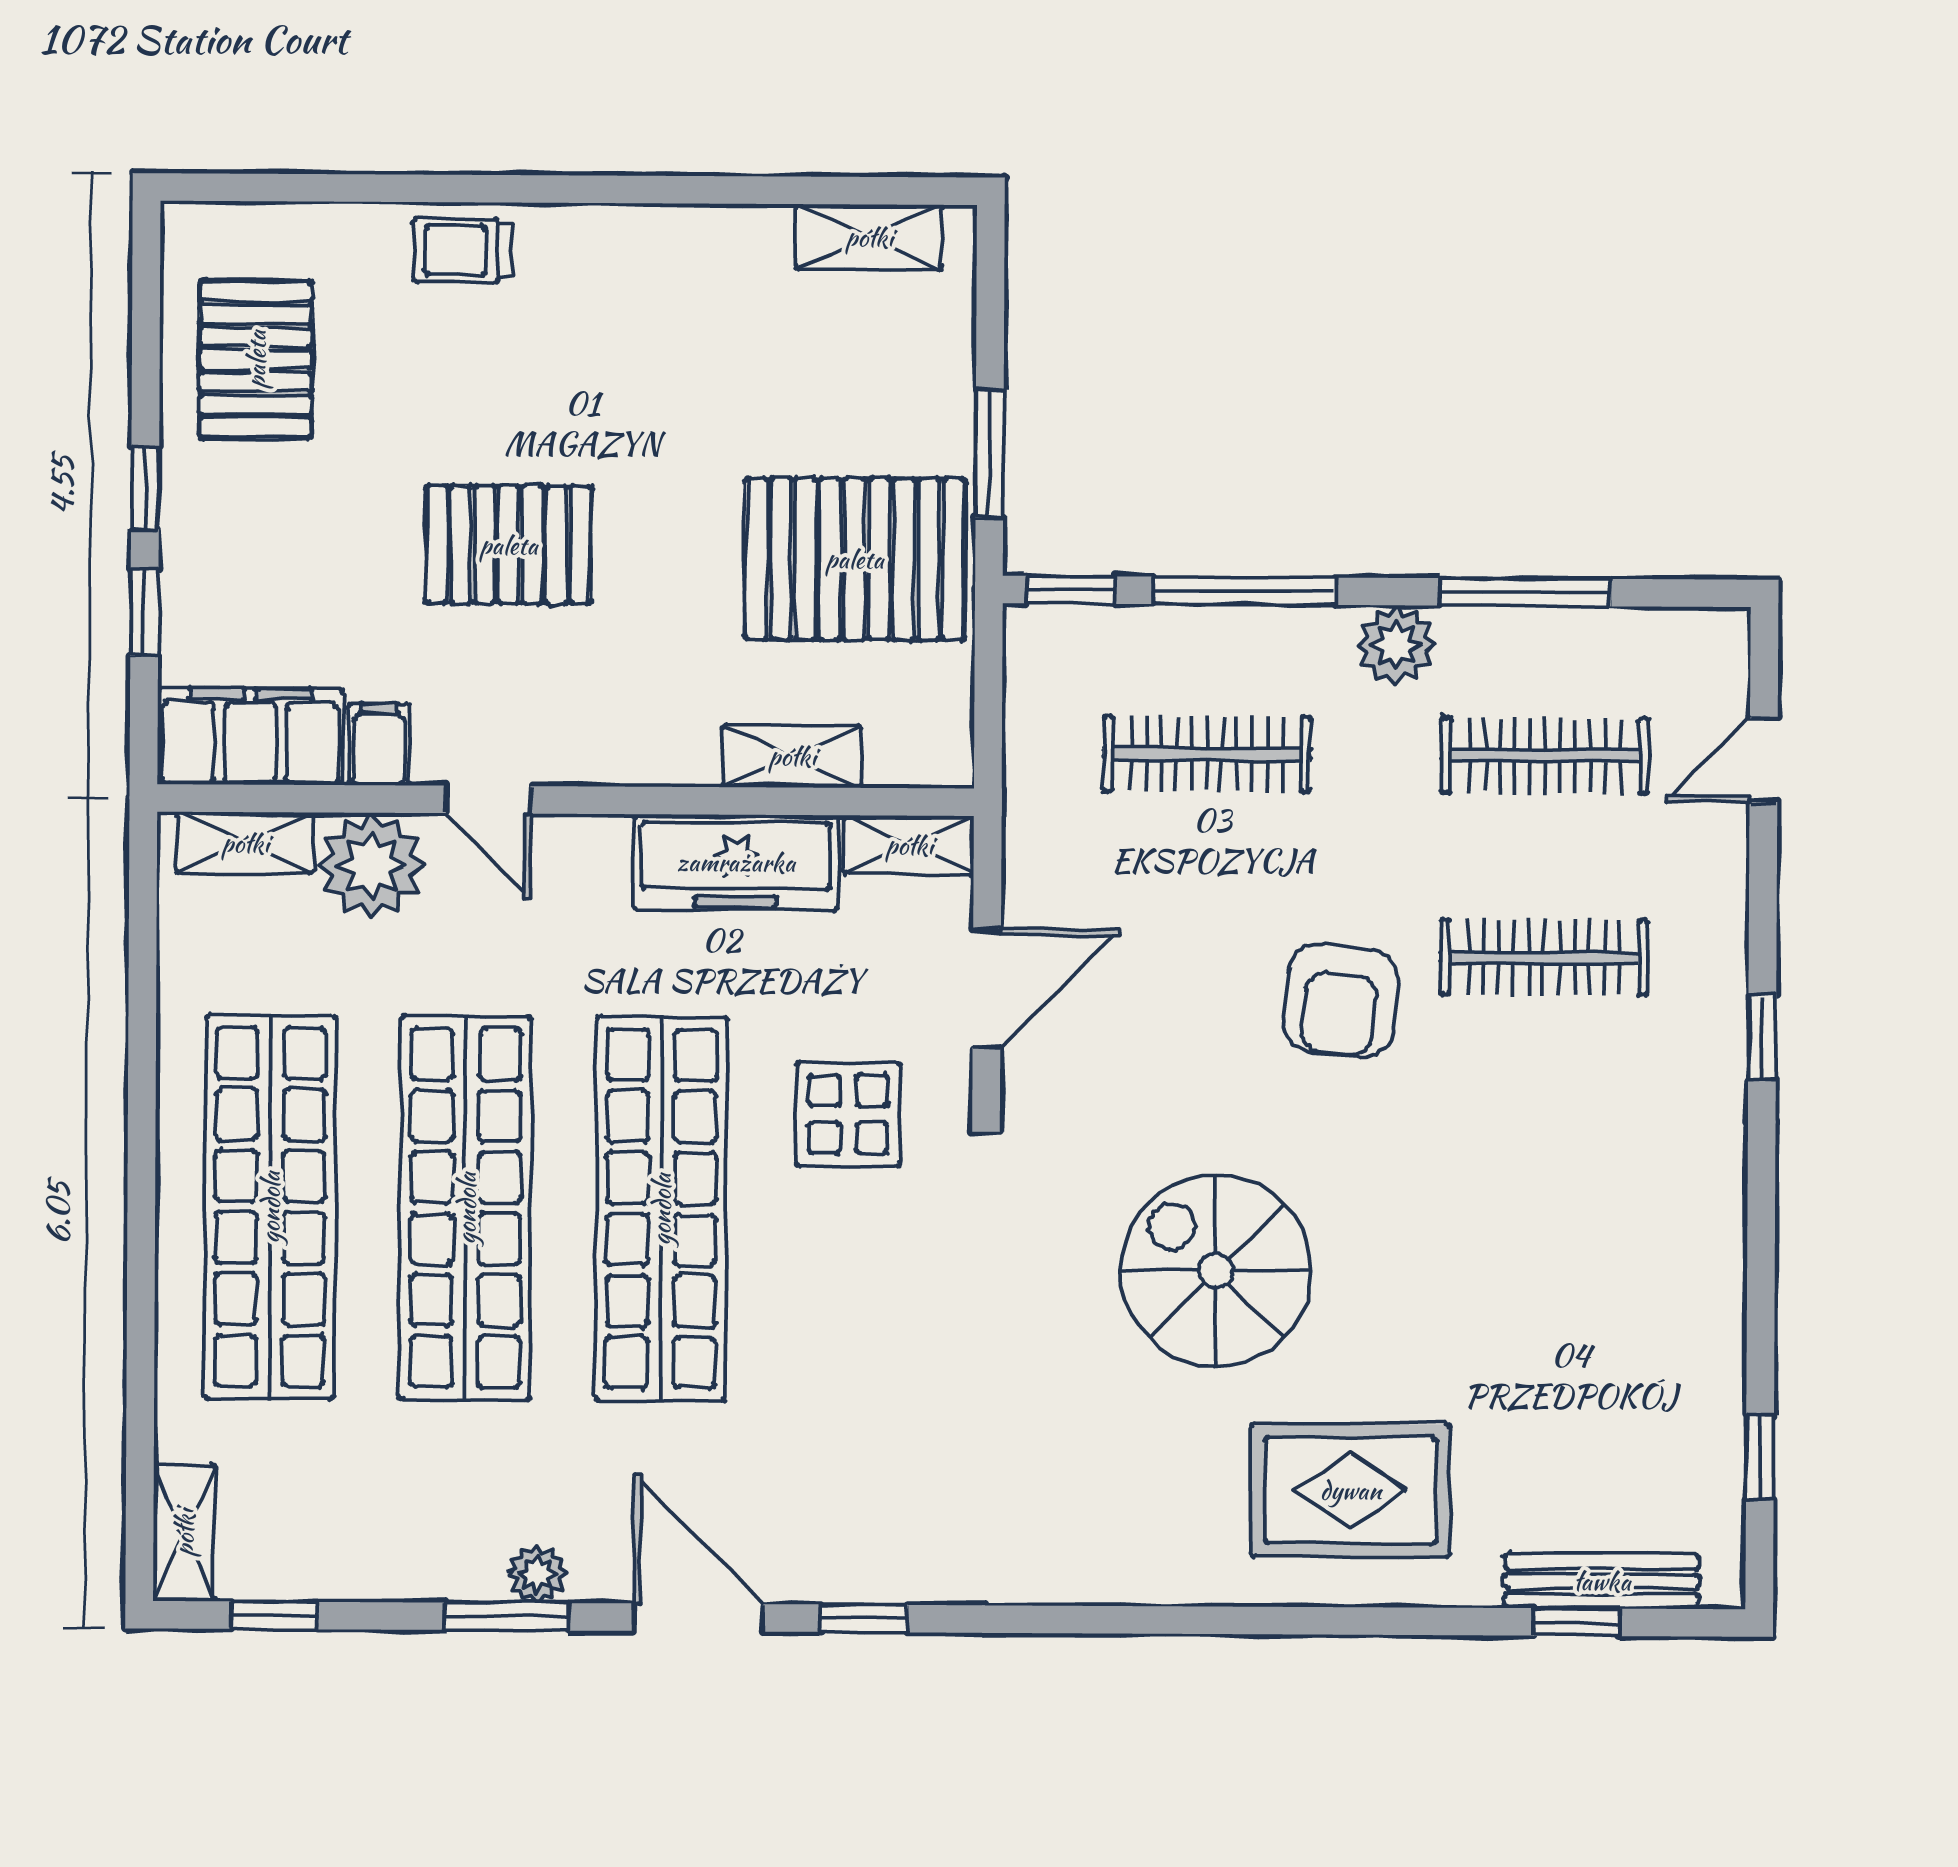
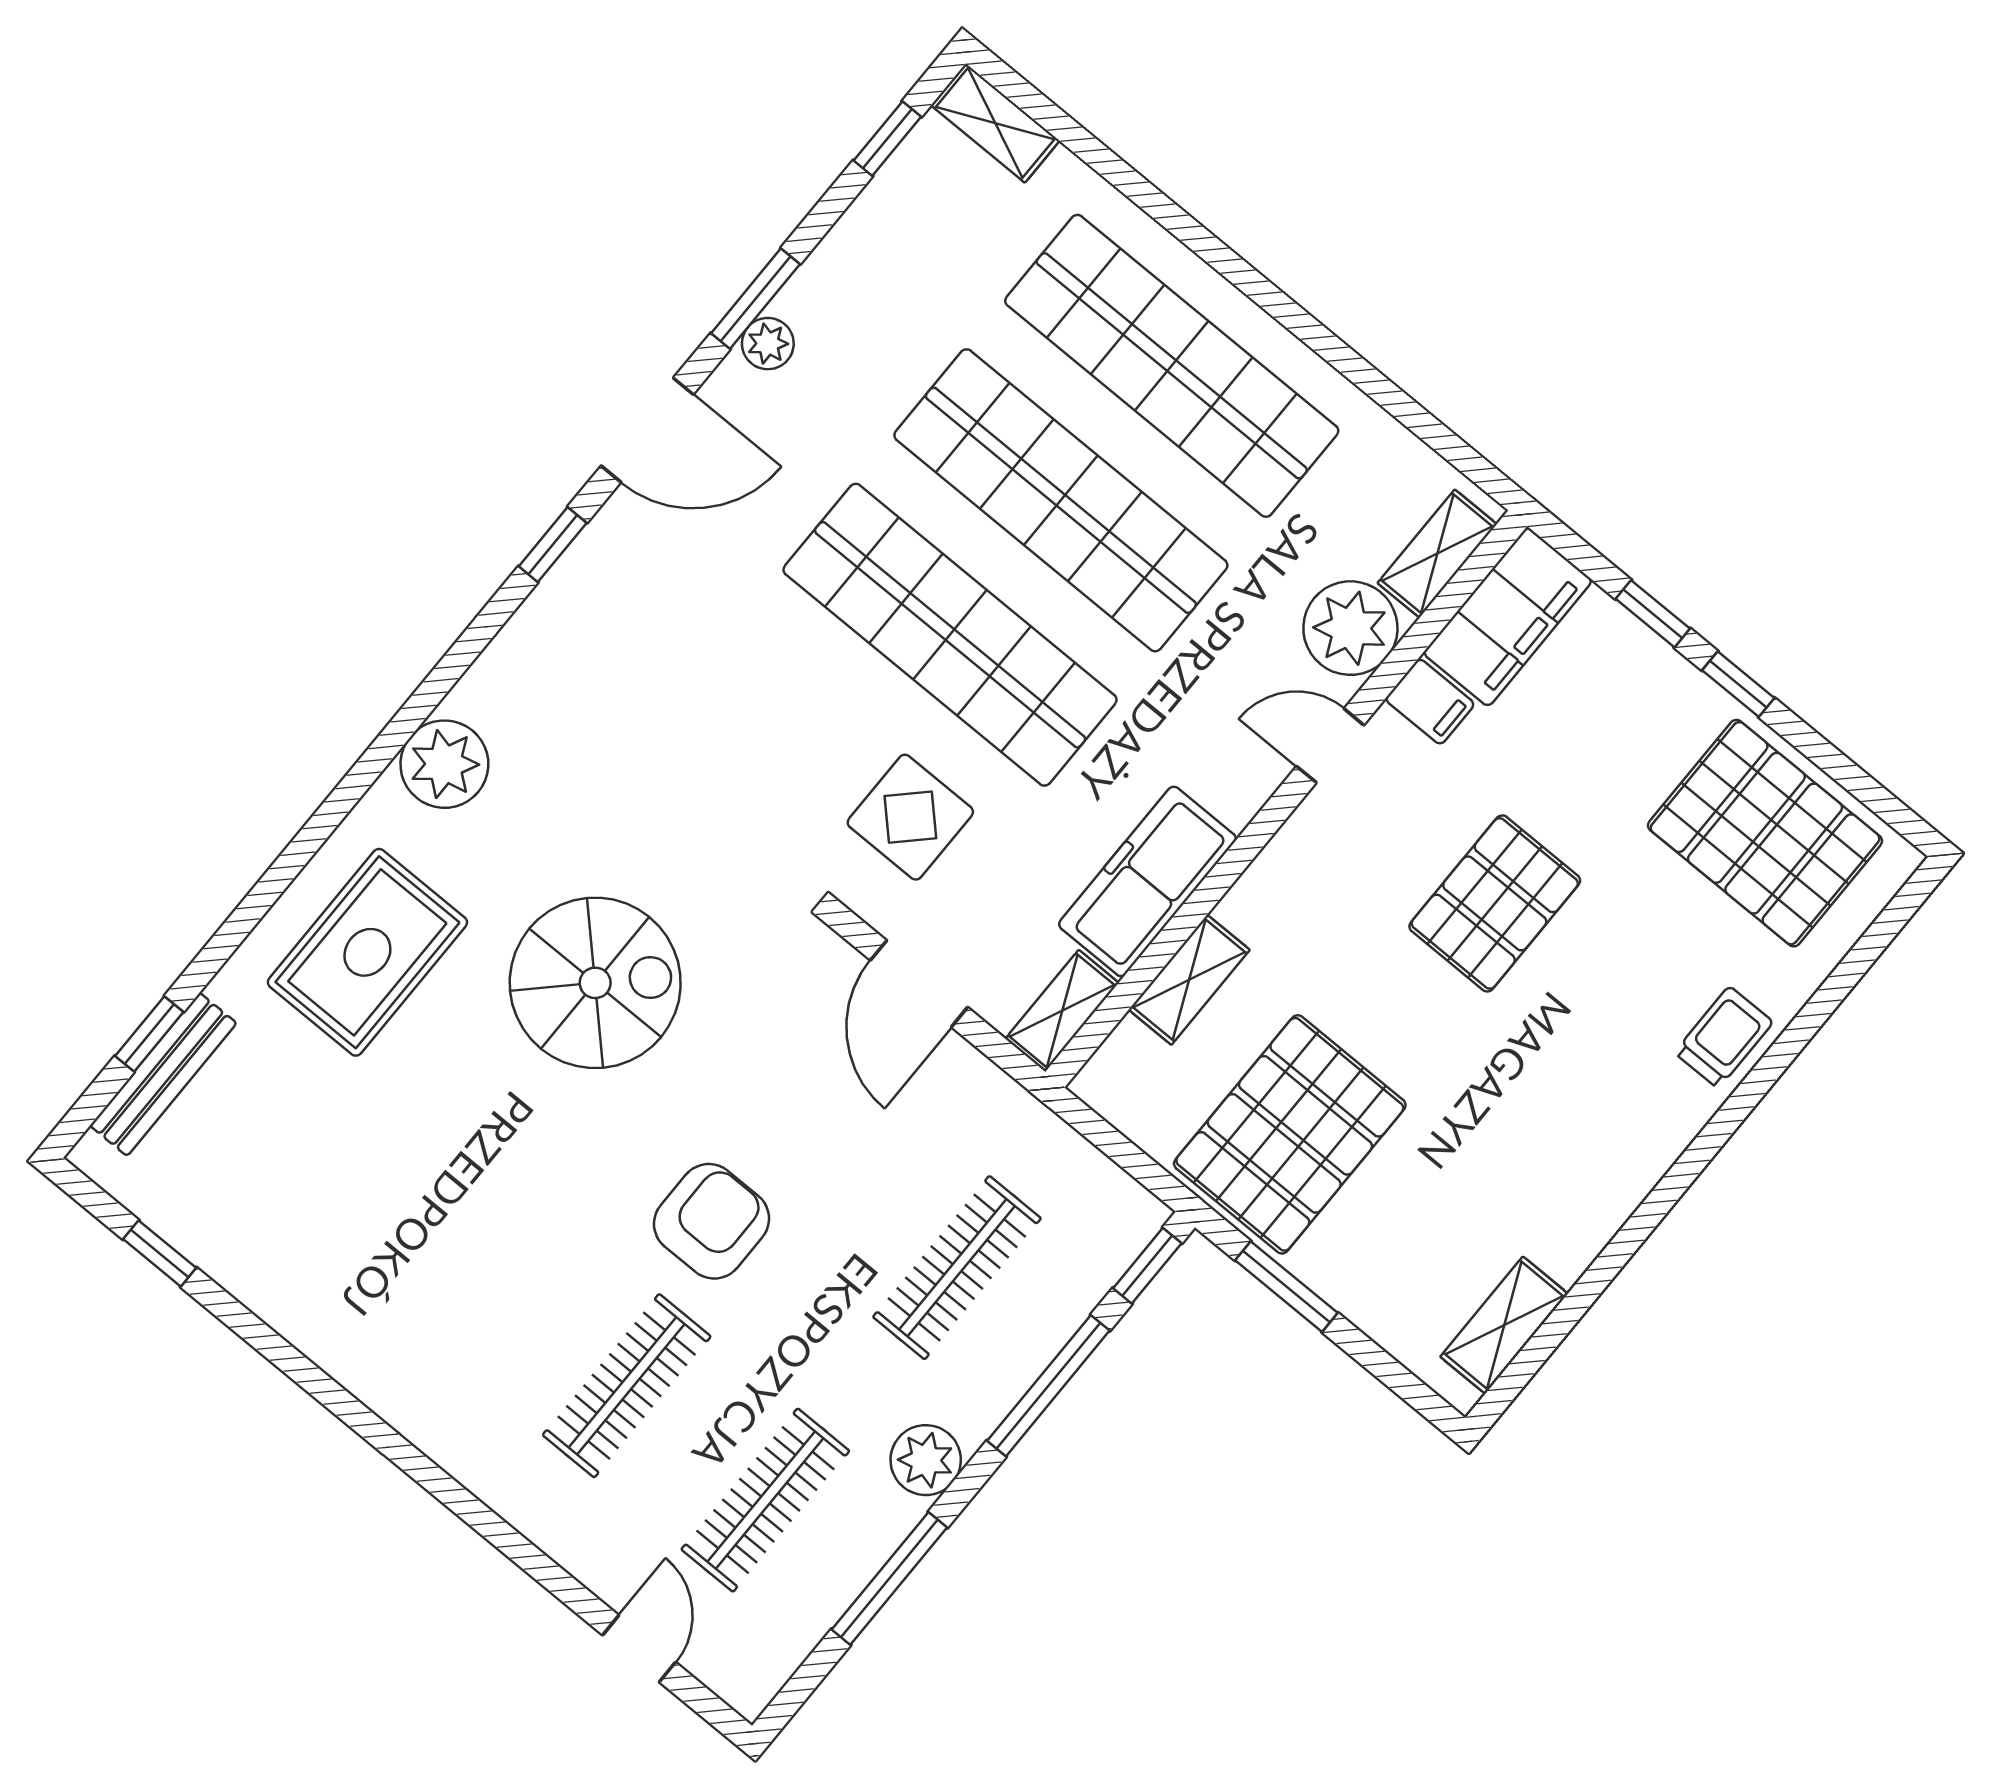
pallet: (256, 359) -> (1765, 833), width x1.37, depth x1.41
armchair: (1341, 1000) -> (712, 1221), turned 84
window: (1762, 1037) -> (449, 1492), removed
plant: (1132, 1557) -> (444, 764), added

